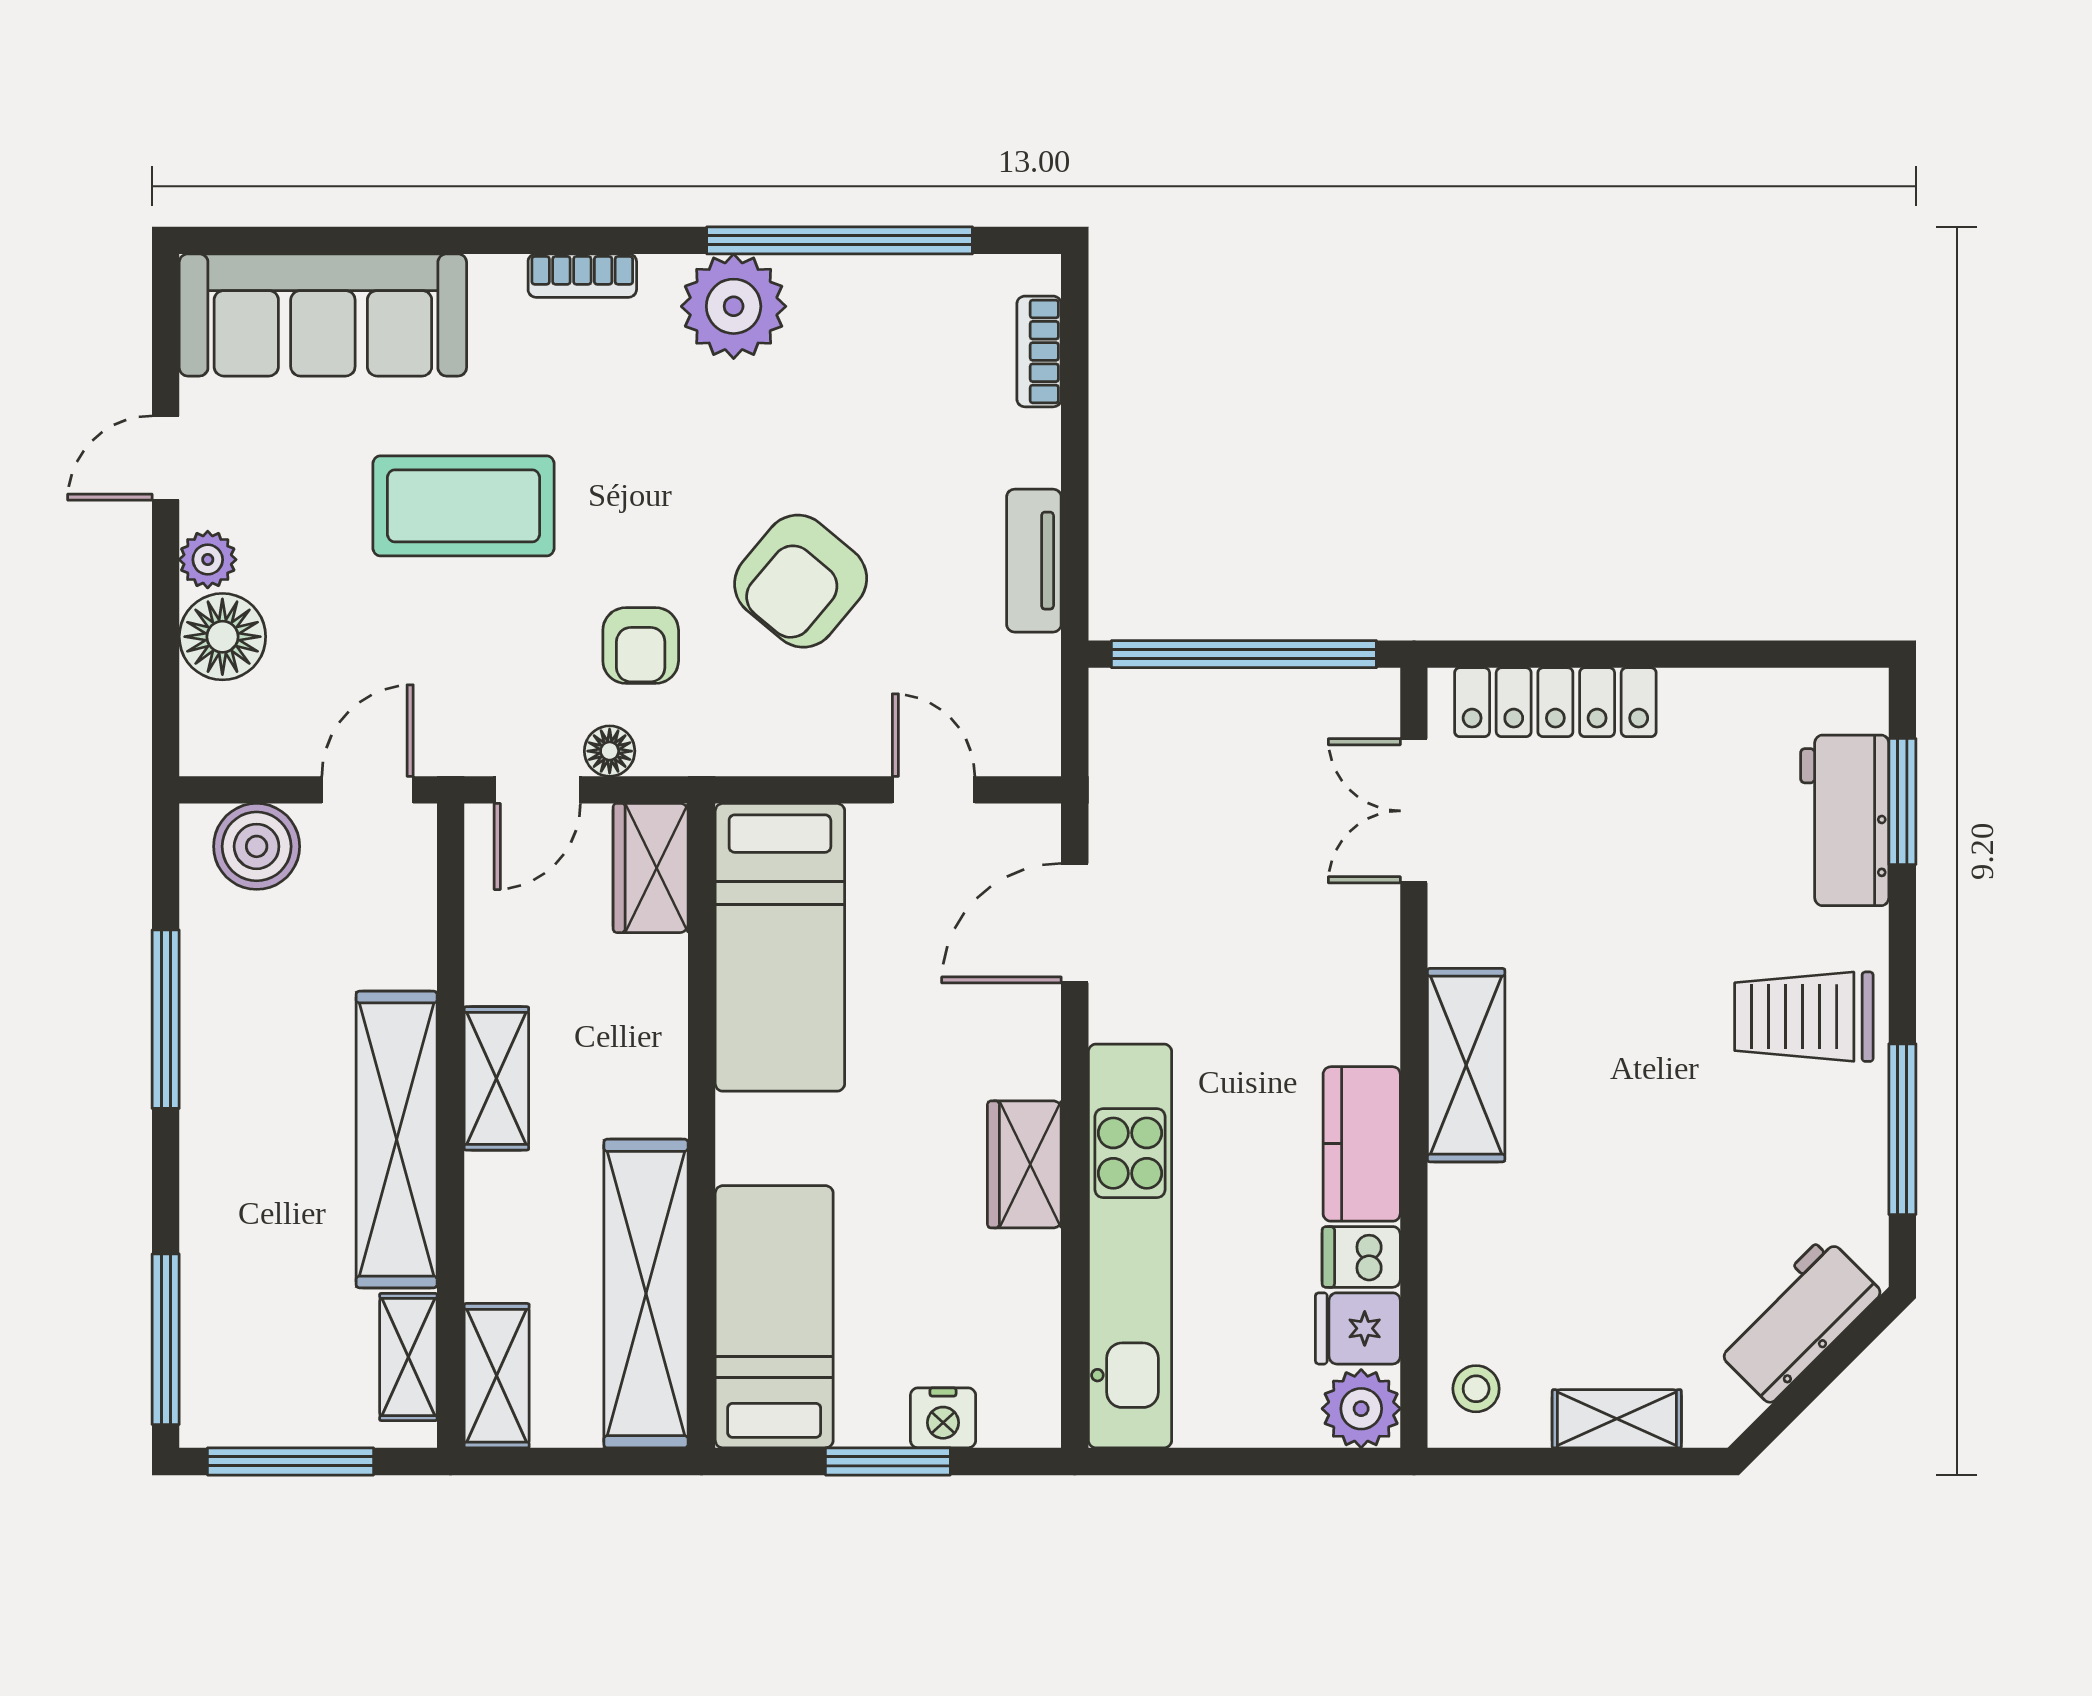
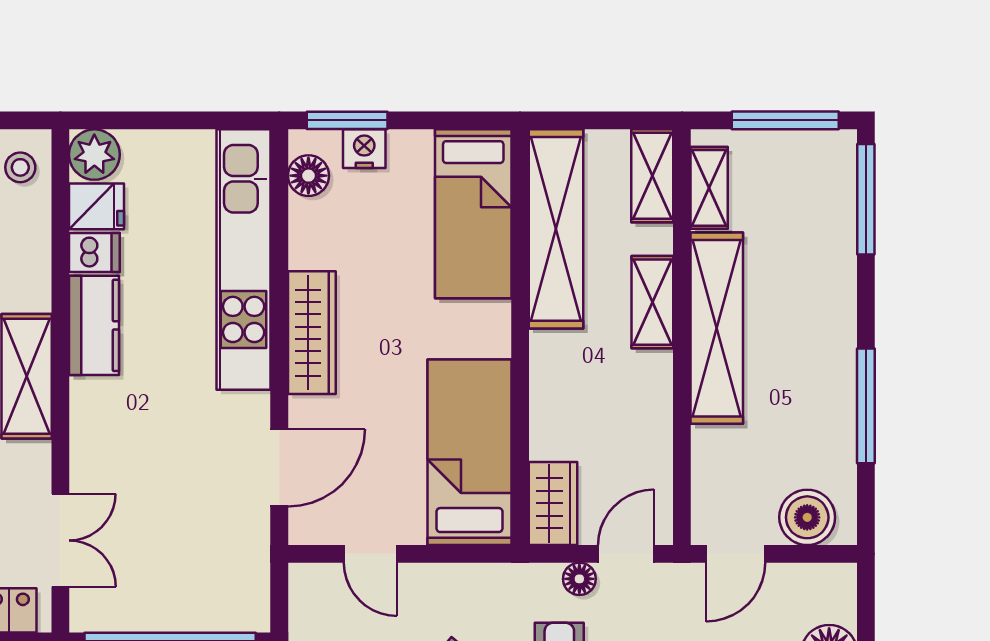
shelving: (496, 1078) -> (652, 302), moved
wardrobe: (1024, 1164) -> (312, 333), width x1.50
floor lamp: (1029, 1376) -> (308, 176), added
window: (888, 1461) -> (347, 120), moved

